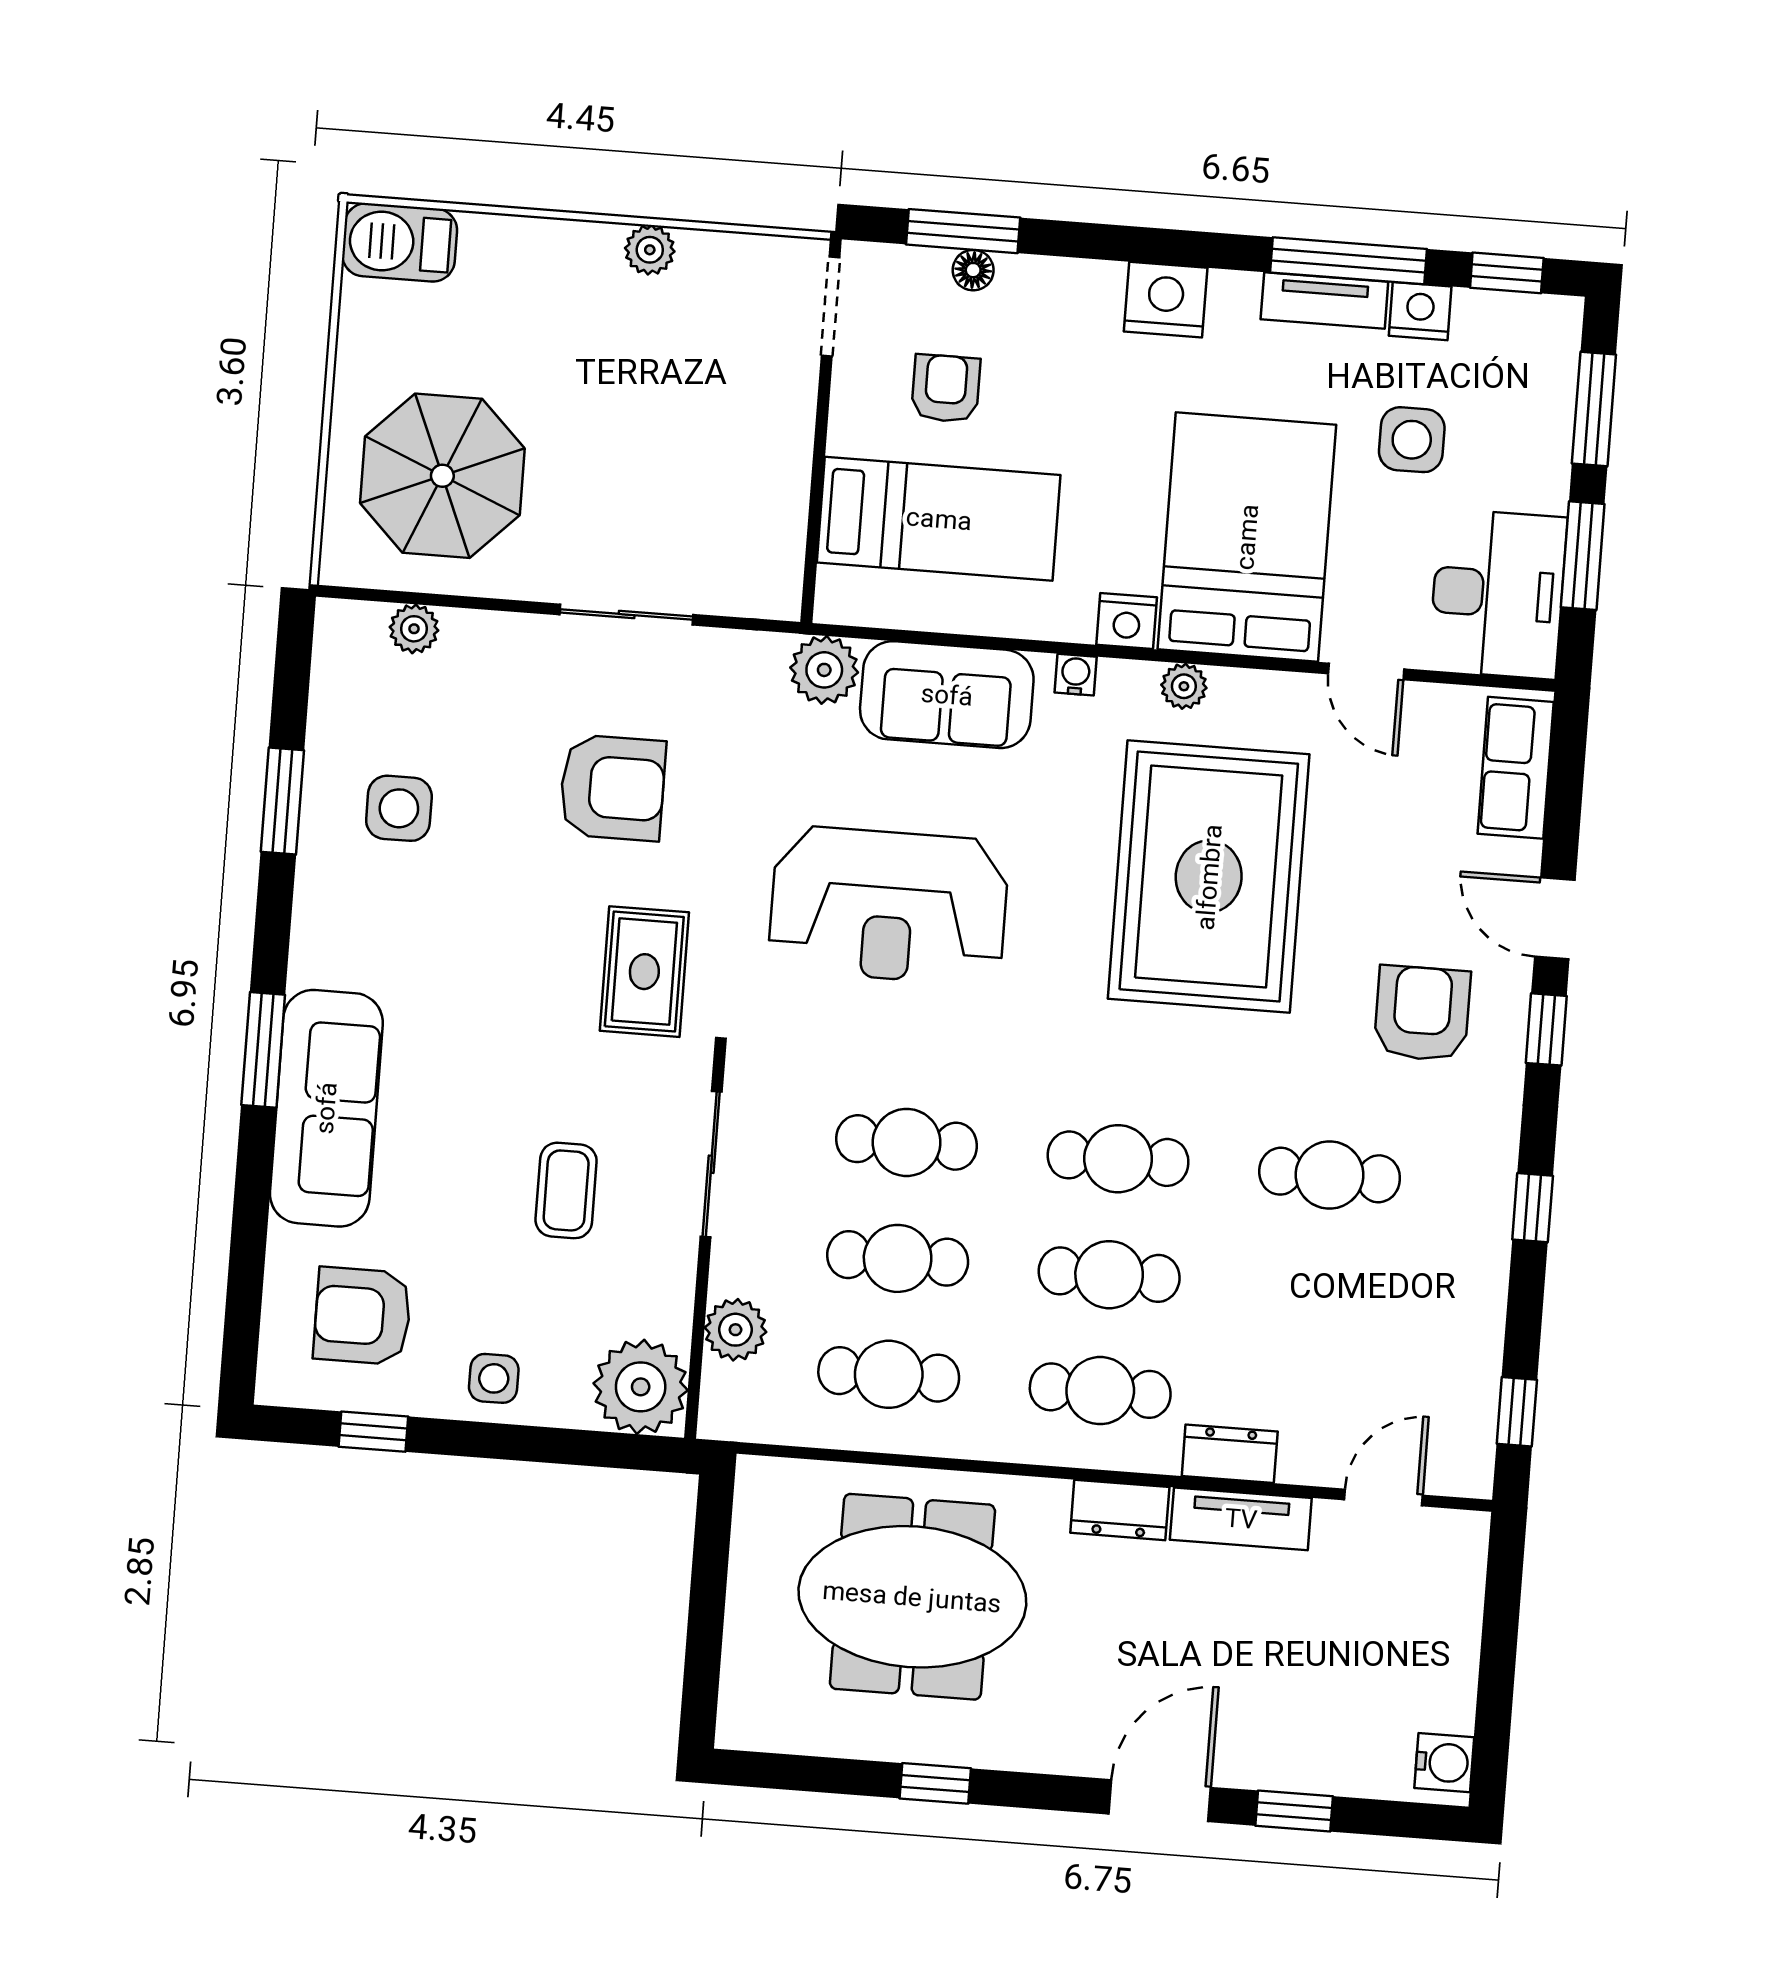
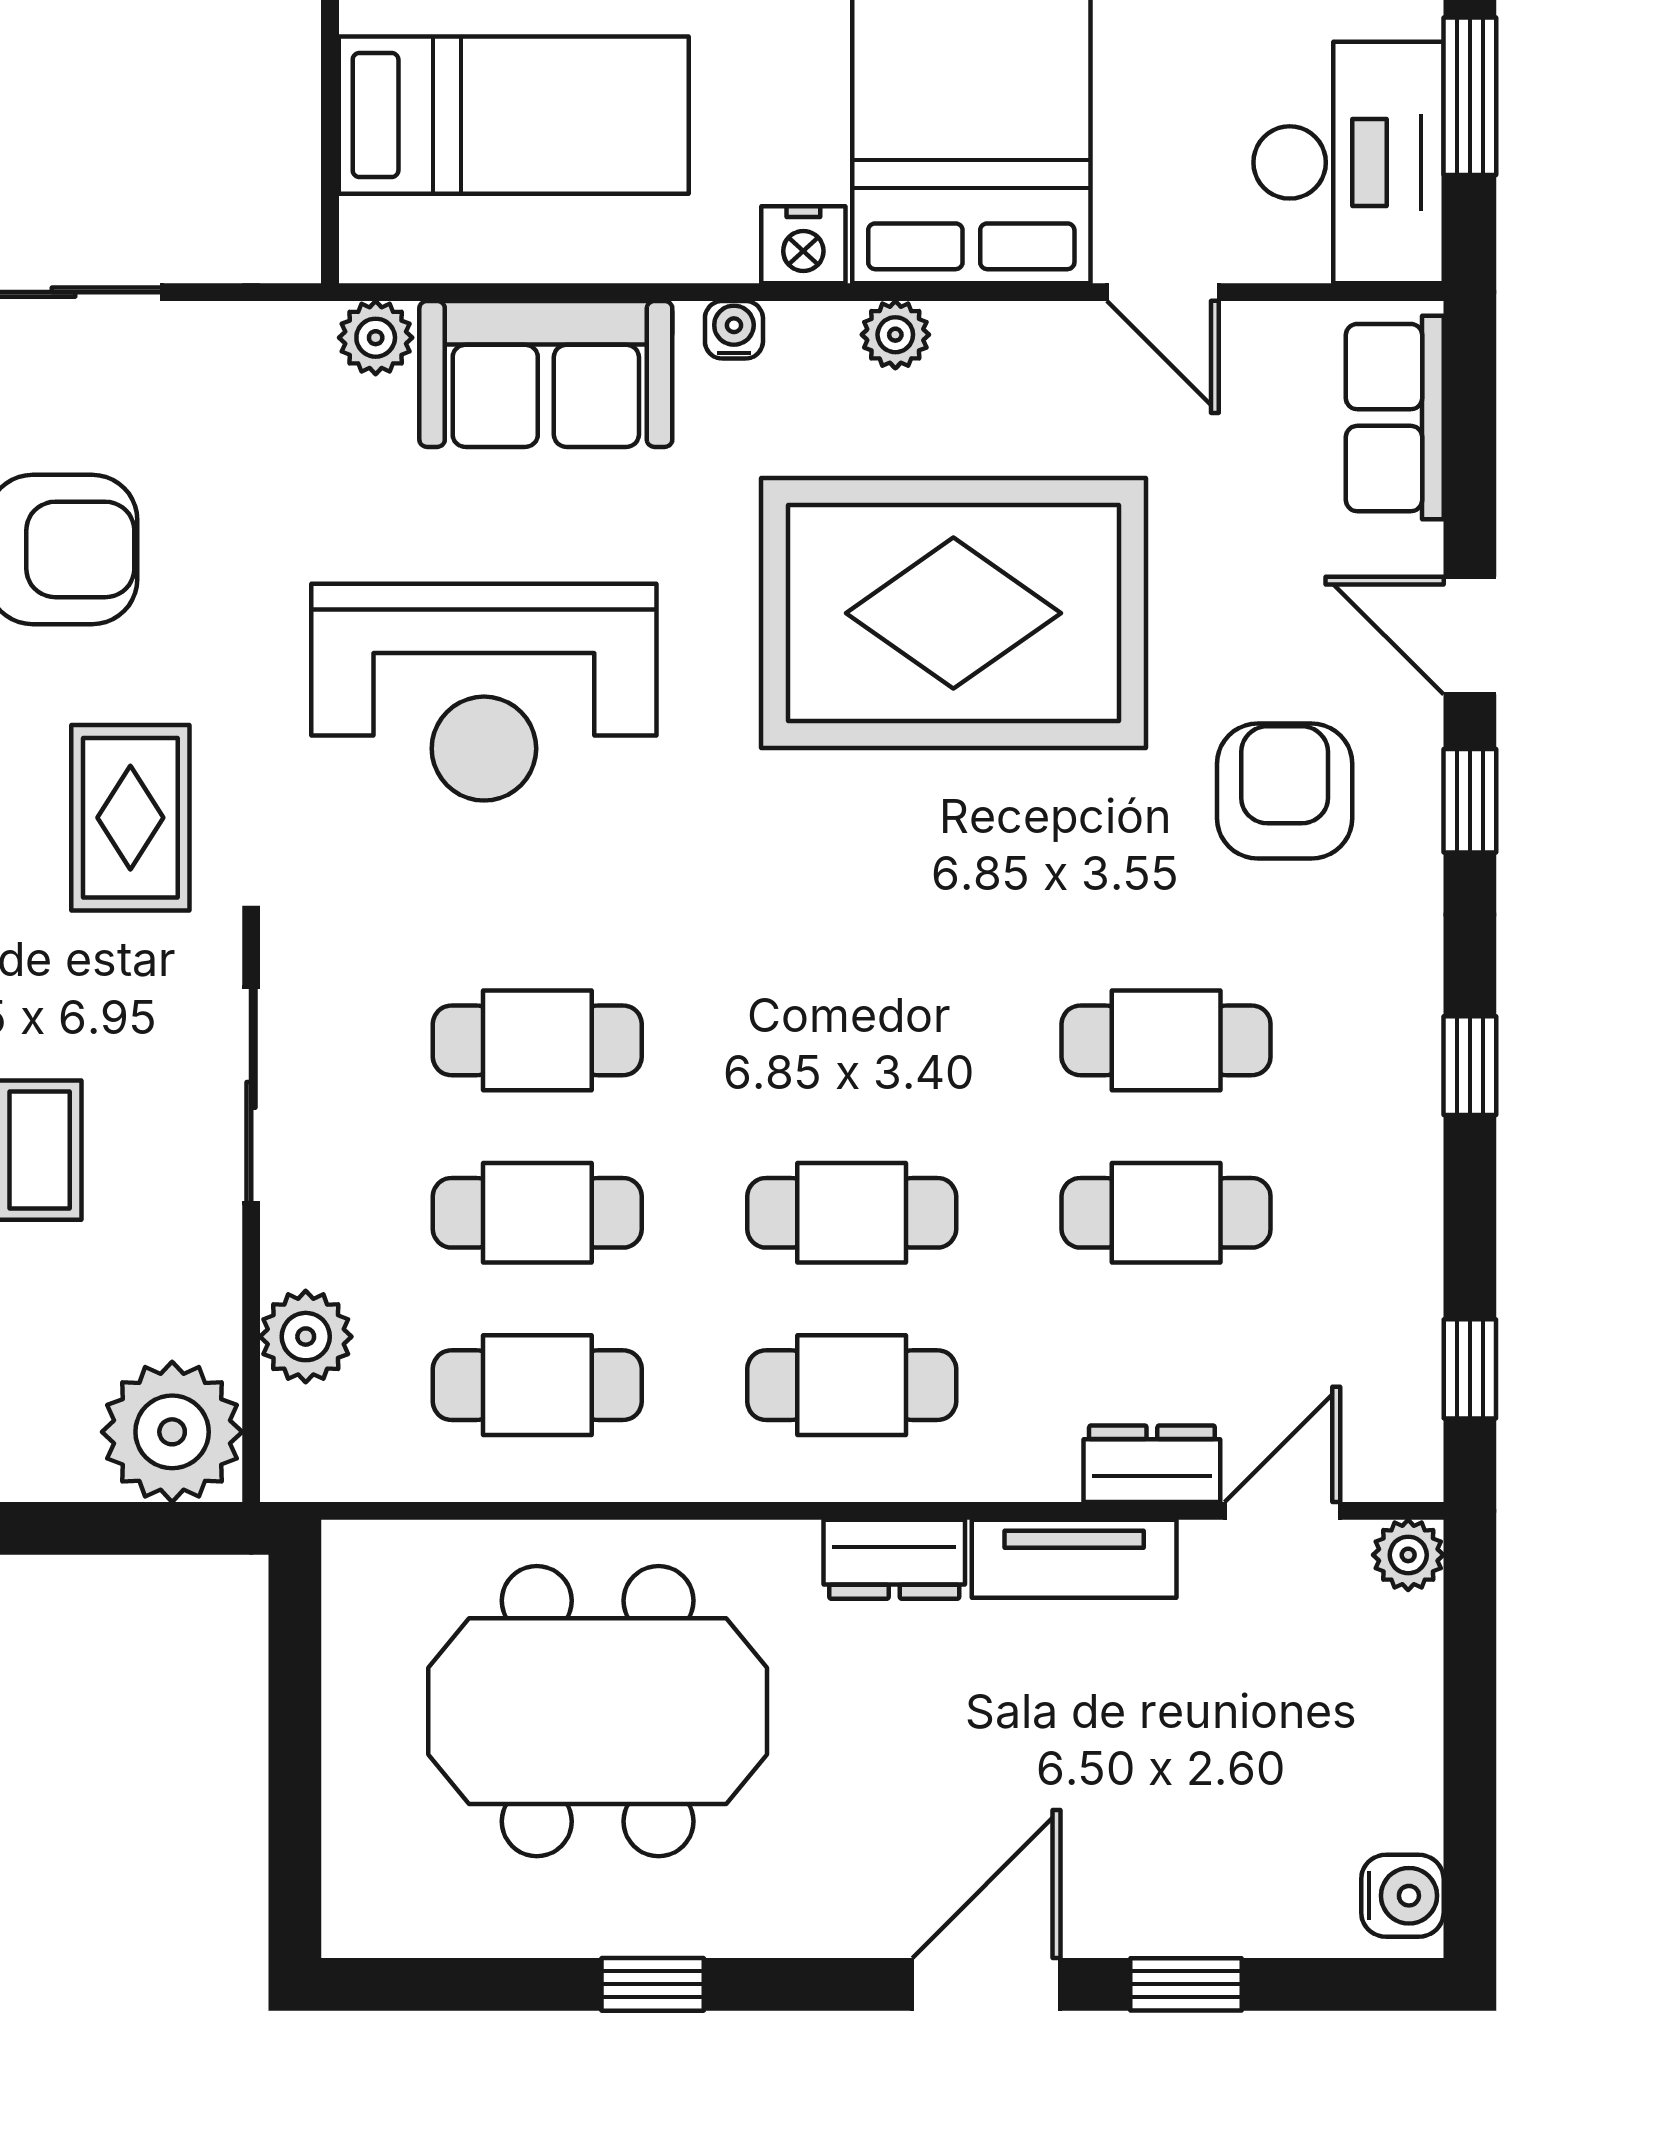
plant: (824, 670) -> (376, 338), width x0.73, depth x0.73
rug: (1209, 877) -> (953, 613), turned 90
cafe table: (1118, 1159) -> (1166, 1213), moved
dresser: (1230, 1454) -> (1152, 1464), moved
plant: (1466, 1534) -> (1408, 1555), added

